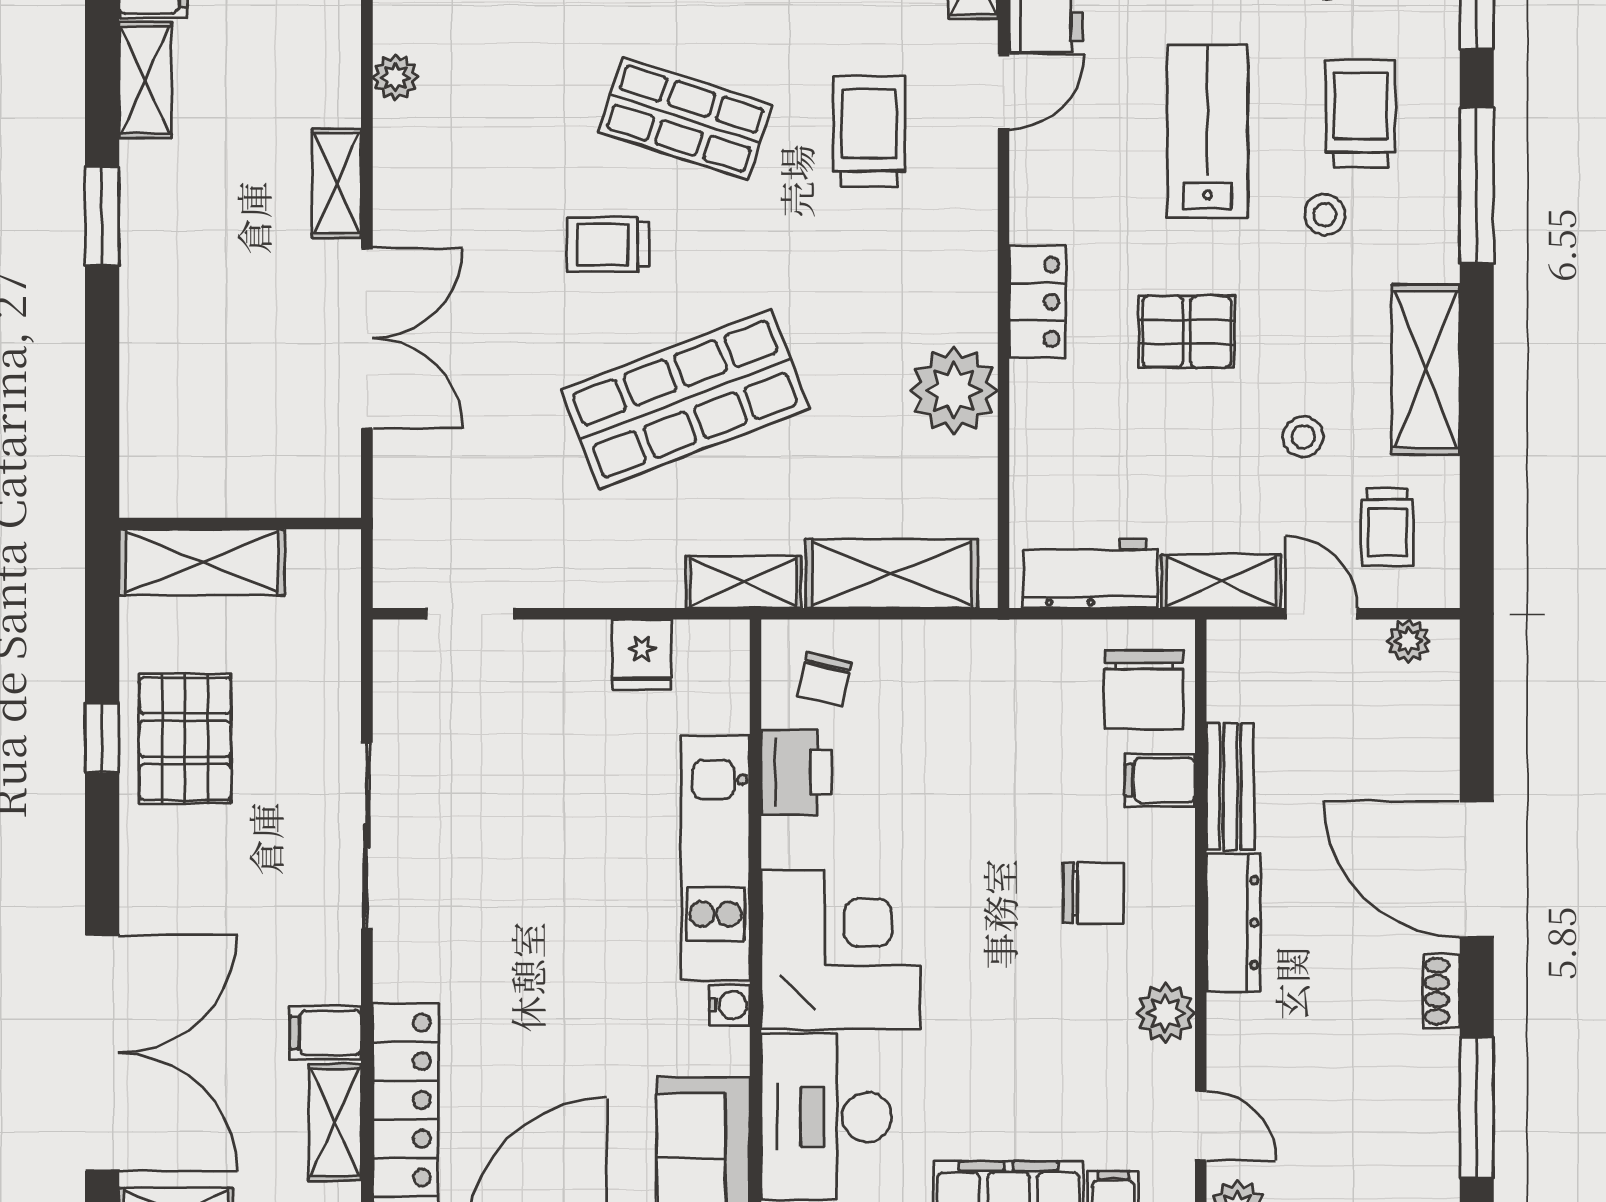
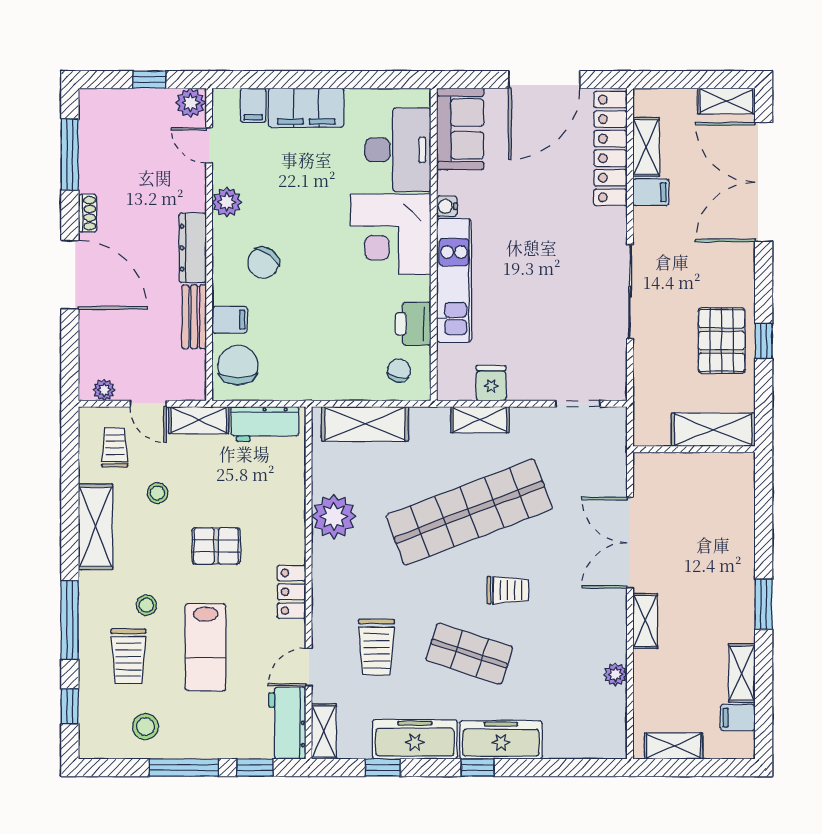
locker: (1037, 302) -> (292, 592), moved
shop shelf: (685, 399) -> (469, 512), width x1.40
shelving: (744, 582) -> (480, 420), moved
chair: (1094, 893) -> (263, 263), turned -54

